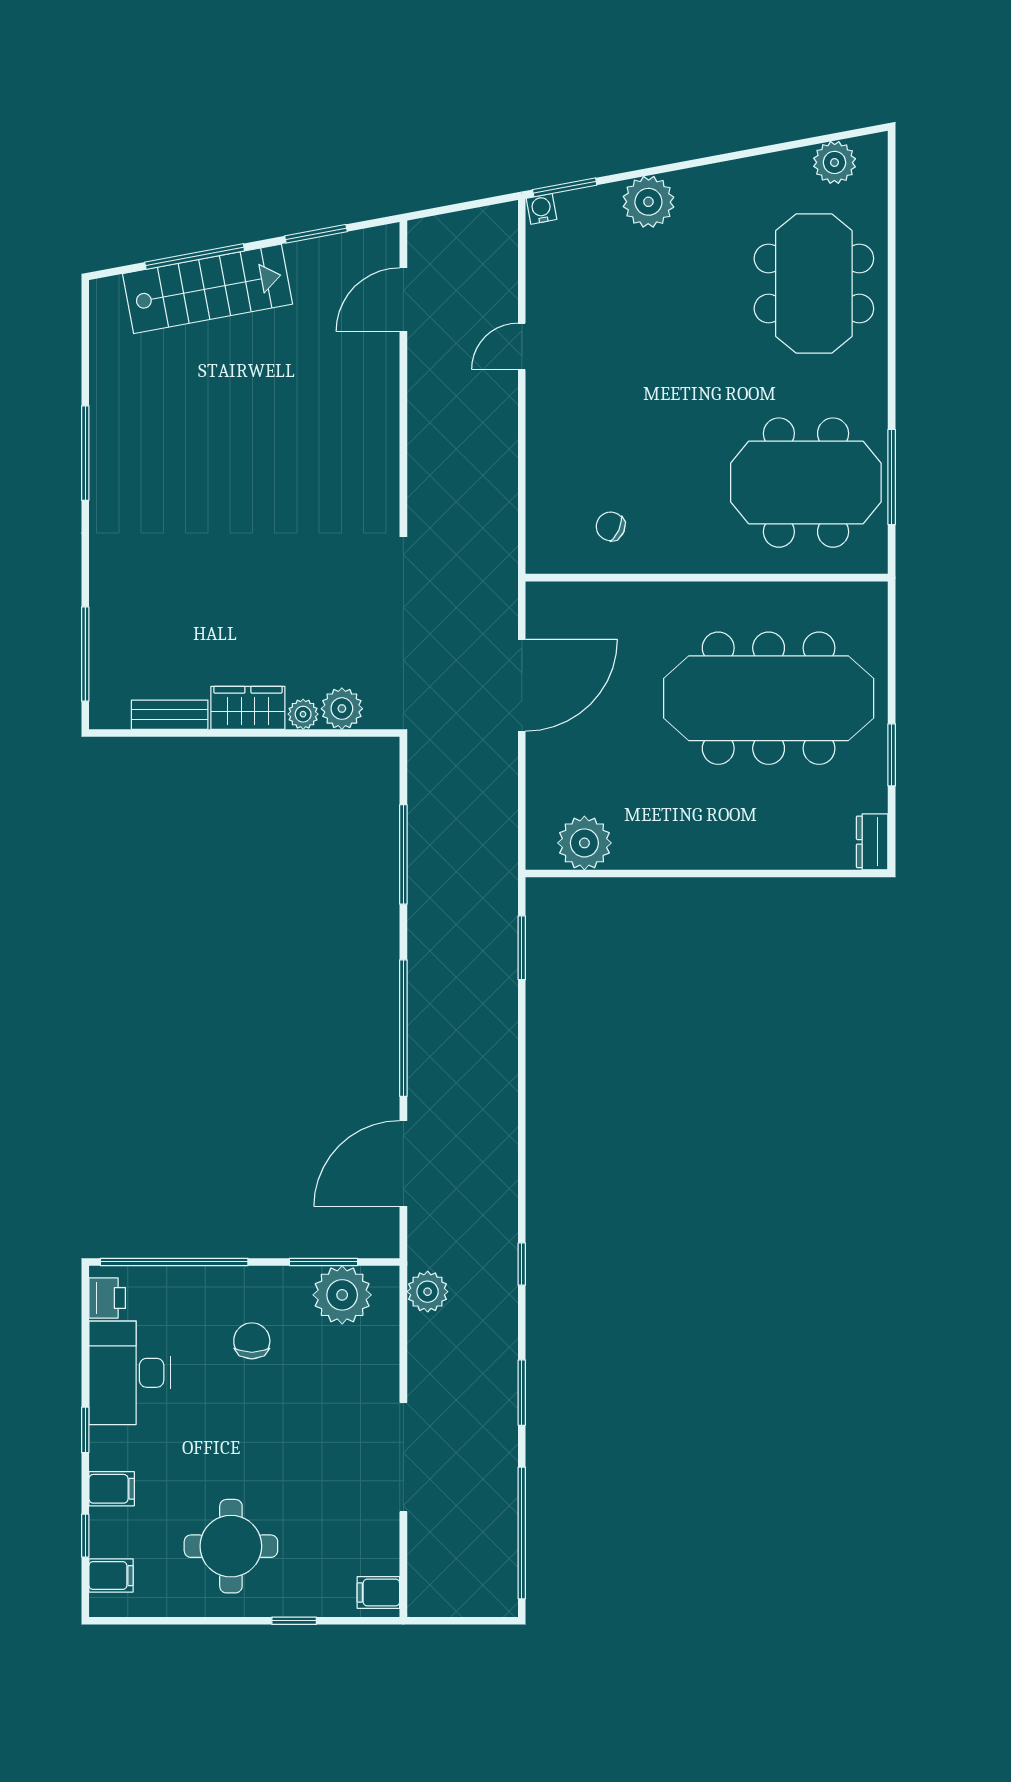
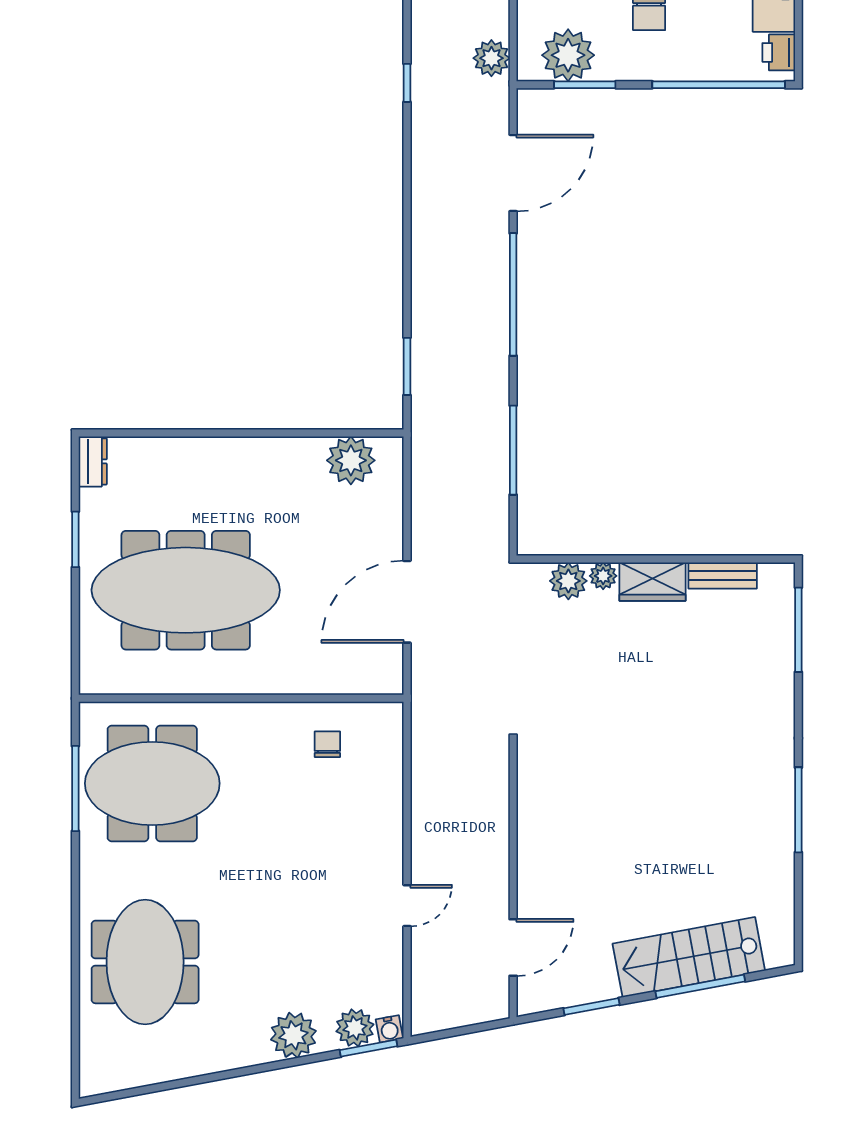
plant: (835, 162) -> (355, 1028), moved
chair: (611, 526) -> (327, 744), turned -114

